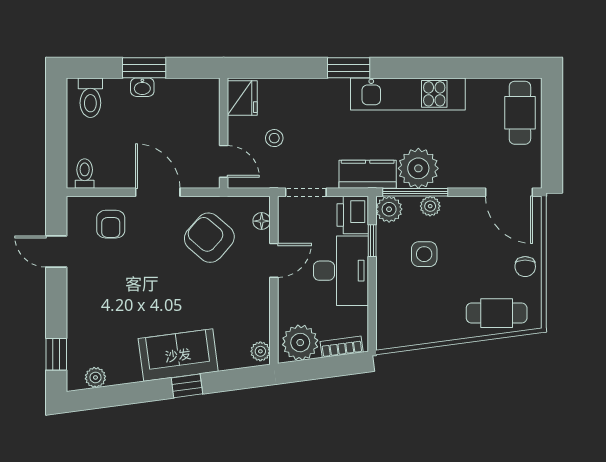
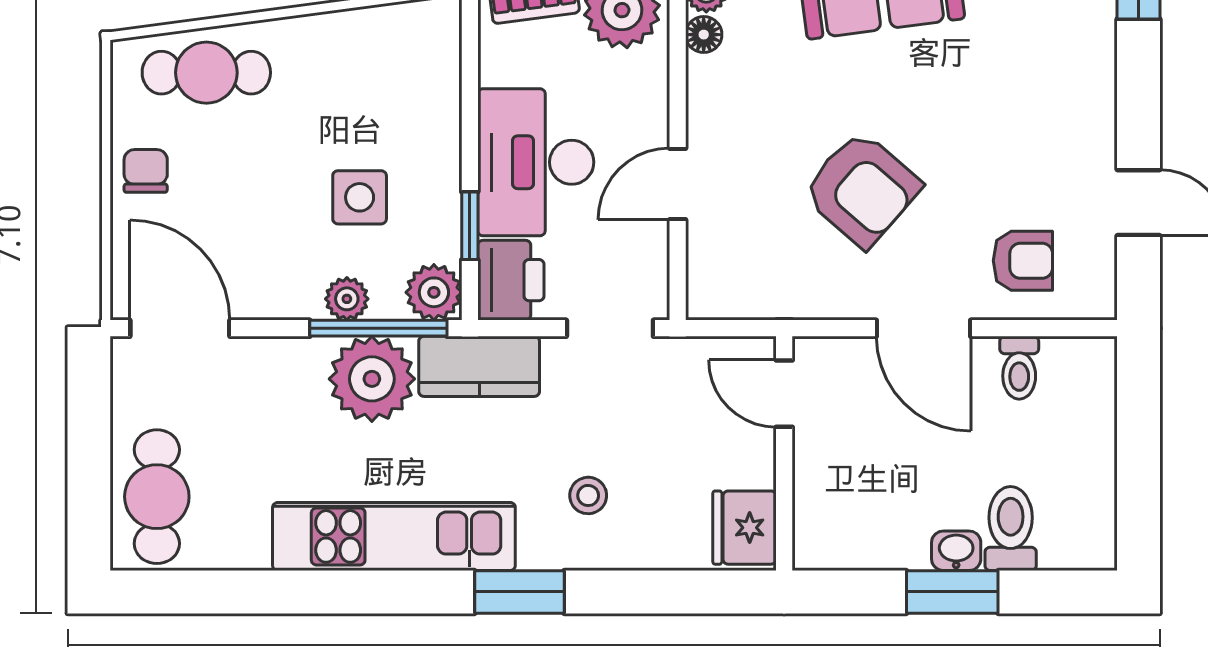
toilet: (90, 98) -> (1011, 529), moved
stool: (274, 138) -> (588, 495), moved
toilet: (85, 174) -> (1019, 368), moved
floor lamp: (262, 221) -> (704, 35), moved
armchair: (111, 224) -> (1023, 261), turned 90
armchair: (209, 238) -> (862, 189), moved

